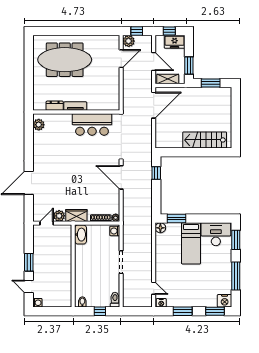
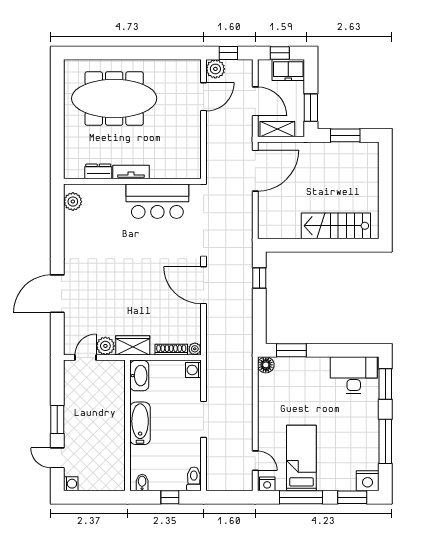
bed: (191, 243) -> (301, 458), moved, turned 180
bathtub: (81, 265) -> (140, 423), added
window: (183, 311) -> (301, 497), width x1.44

